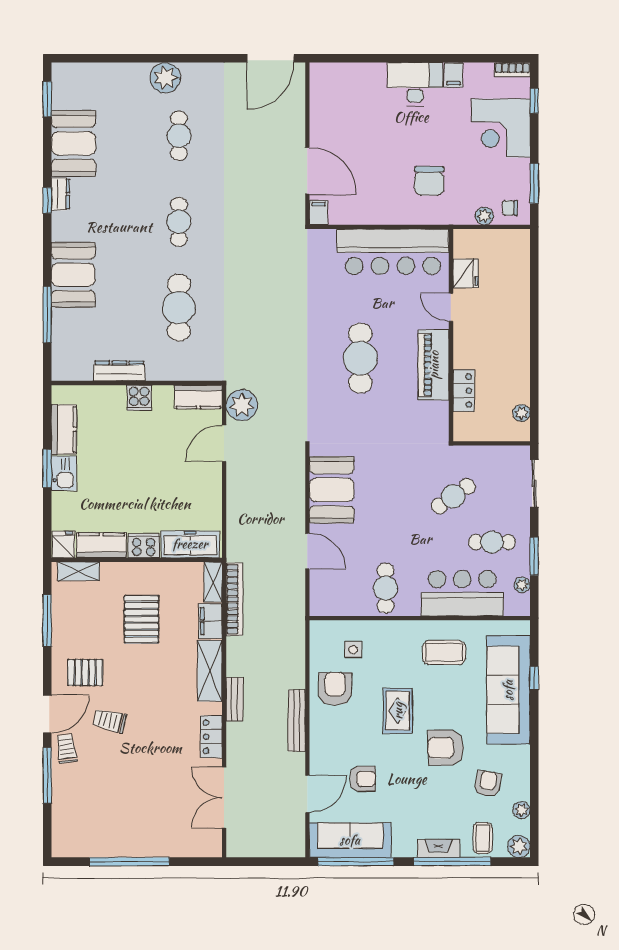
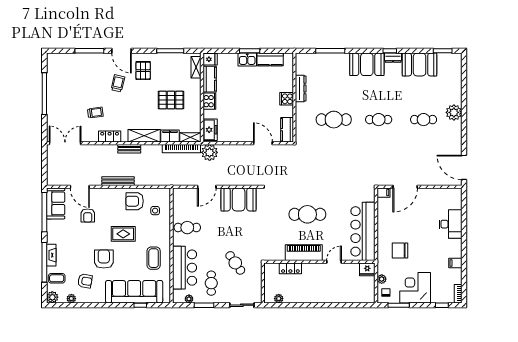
desk: (415, 84) -> (451, 224), moved
corner desk: (501, 128) -> (415, 288), moved
fridge: (466, 273) -> (367, 269), moved
booth: (73, 275) -> (367, 64), moved
plant: (242, 405) -> (210, 152), moved
freezer: (190, 544) -> (210, 130), width x0.71
armchair: (335, 689) -> (135, 201), turned 180
trolley: (66, 749) -> (95, 113), moved
double door: (224, 798) -> (65, 143), moved
sofa: (350, 840) -> (56, 203), width x0.73

